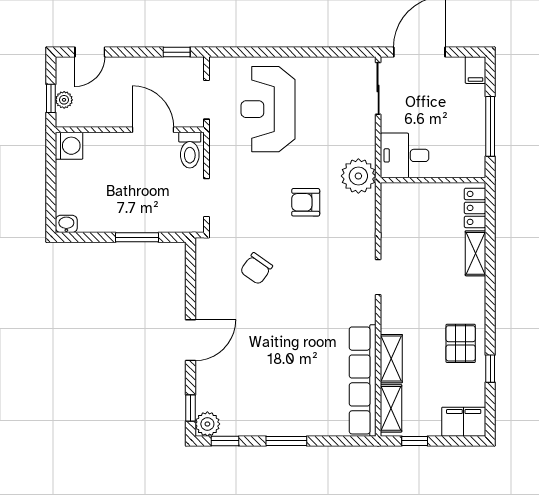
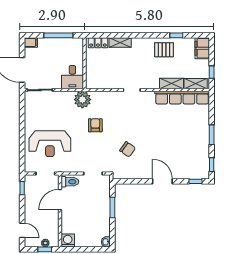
armchair: (306, 202) -> (95, 125), turned 180
plant: (207, 424) -> (203, 173), removed

